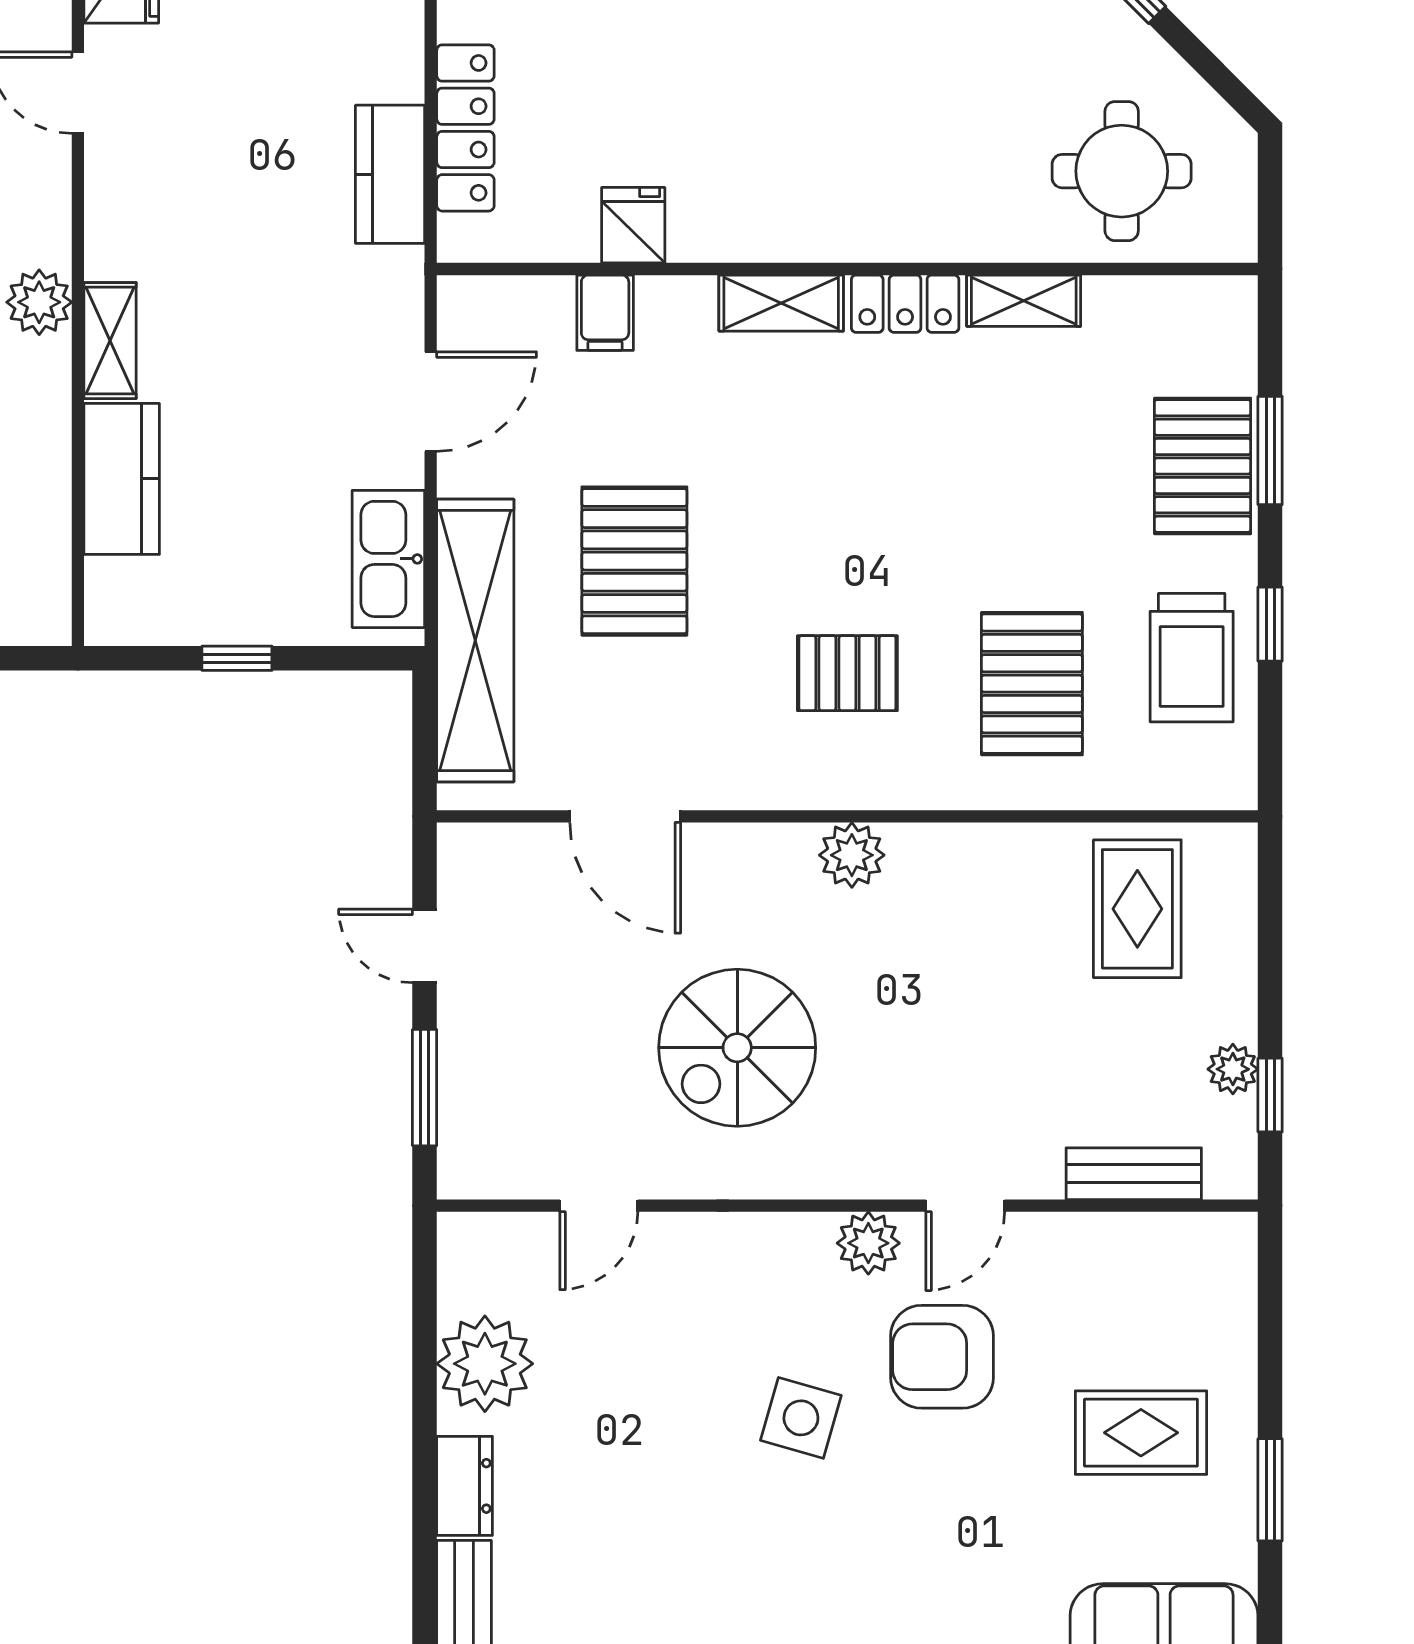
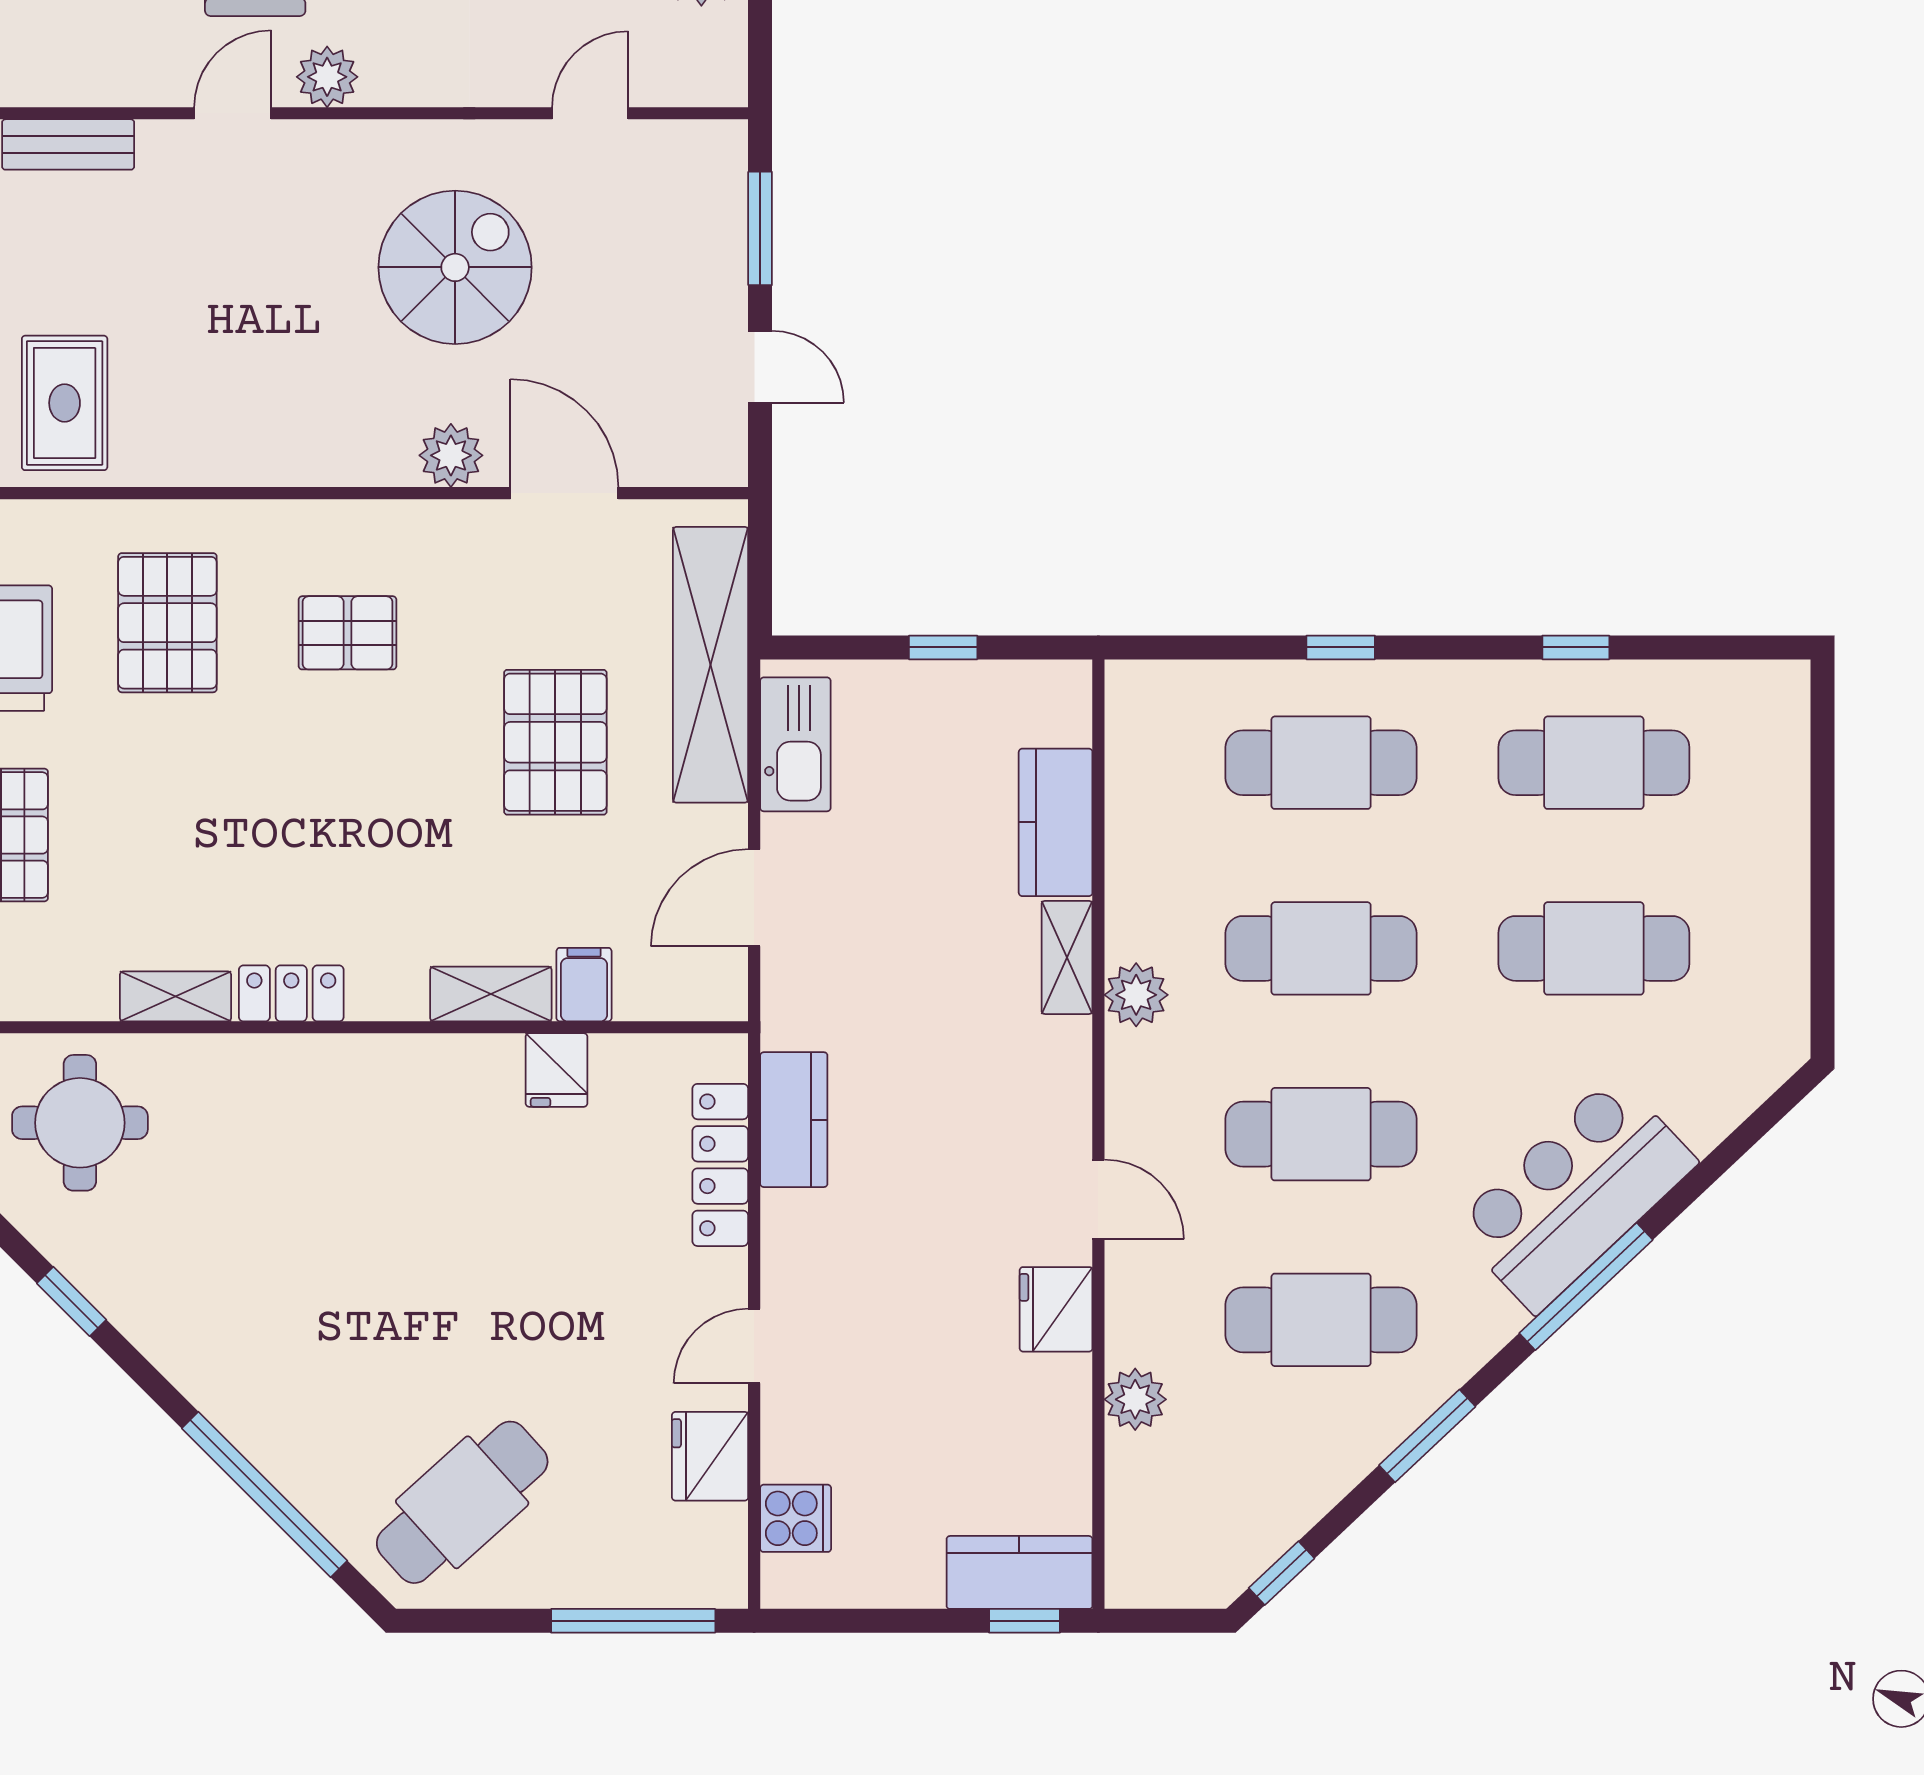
shelving: (781, 303) -> (491, 994), moved
plant: (852, 855) -> (451, 455), moved

